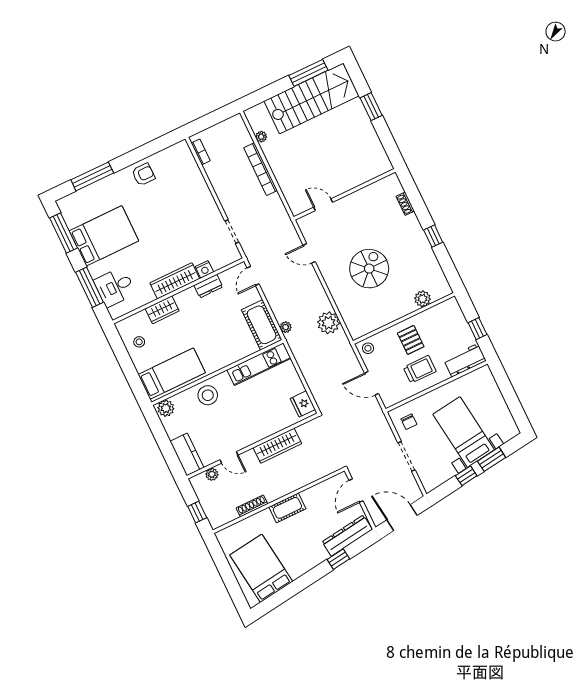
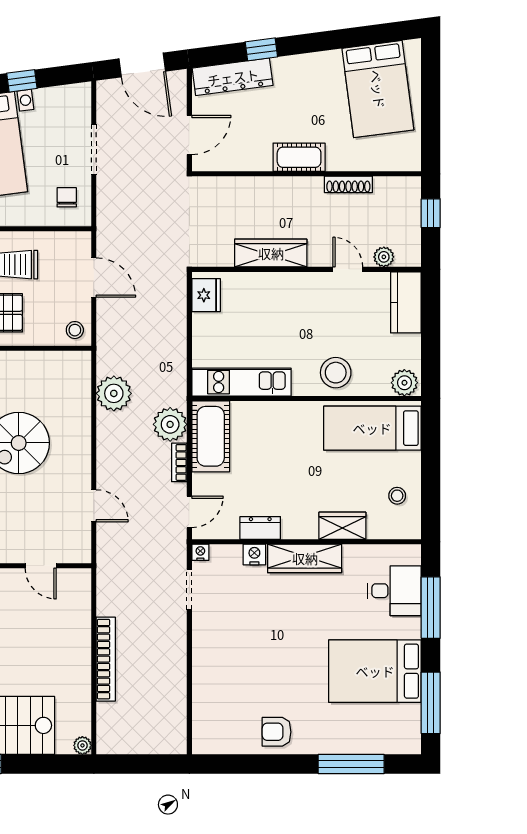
plant: (261, 137) -> (82, 745), moved
bookcase: (201, 152) -> (179, 462), moved
nightstand: (236, 256) -> (200, 552), added
plant: (286, 327) -> (170, 424), width x1.87, depth x1.87

